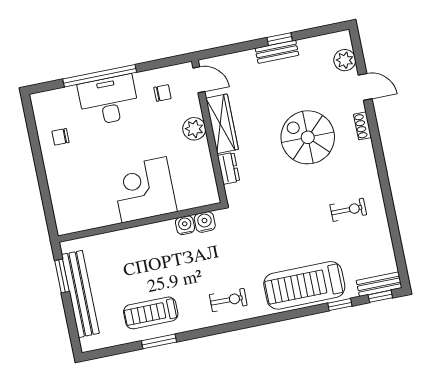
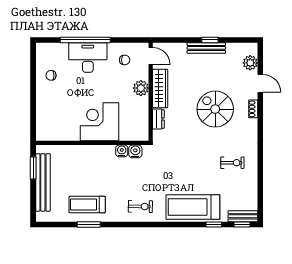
bench: (277, 52) -> (206, 48), width x1.36

